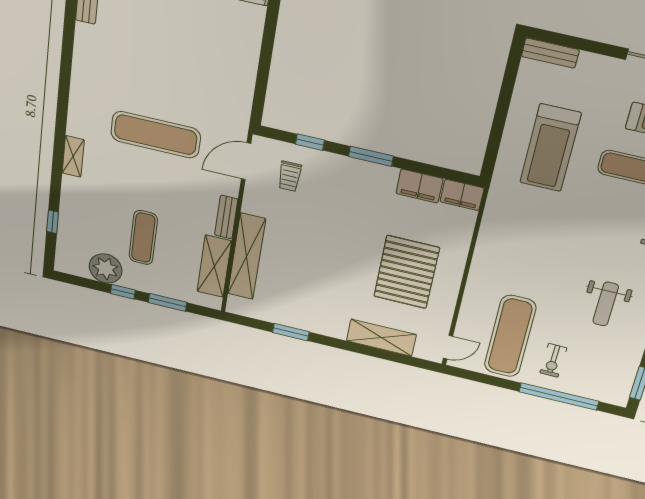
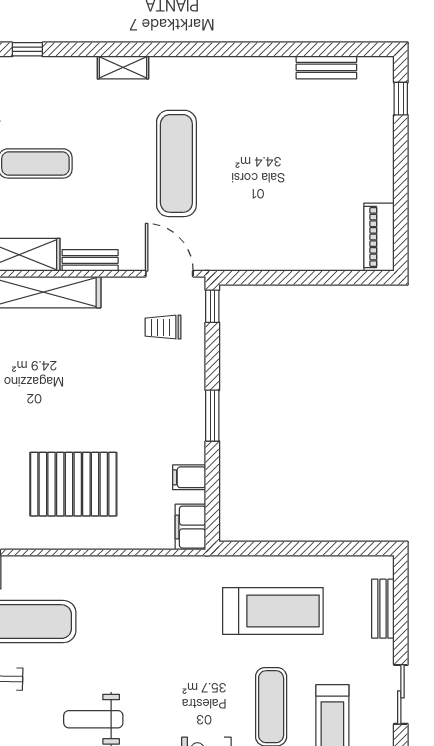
bench: (550, 53) -> (383, 609), moved
window: (310, 142) -> (212, 306), moved
treadmill: (550, 148) -> (273, 611), turned 180
filing cabinet: (419, 186) -> (189, 477), width x0.50

